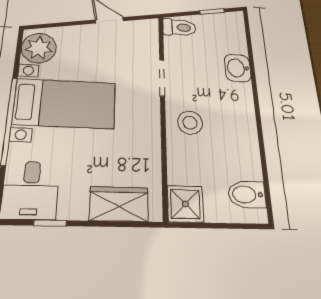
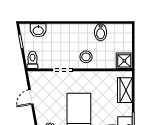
washbasin: (238, 68) -> (38, 30), moved
bidet: (247, 194) -> (101, 32), moved

